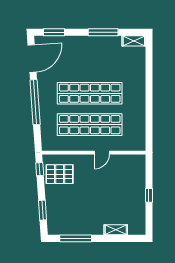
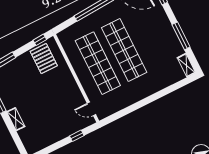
door: (102, 153) -> (91, 109), moved
window: (149, 195) -> (77, 136), moved
shelving: (116, 230) -> (16, 119), moved

